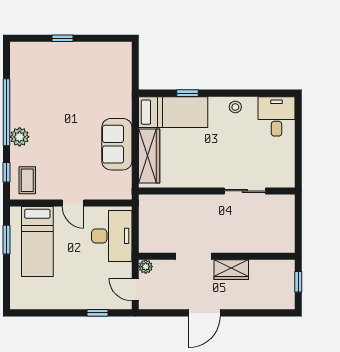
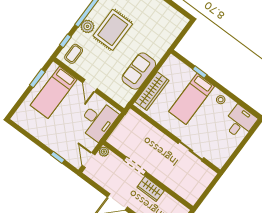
bed: (173, 112) -> (192, 99), moved, turned 90
rug: (52, 119) -> (113, 30), added

